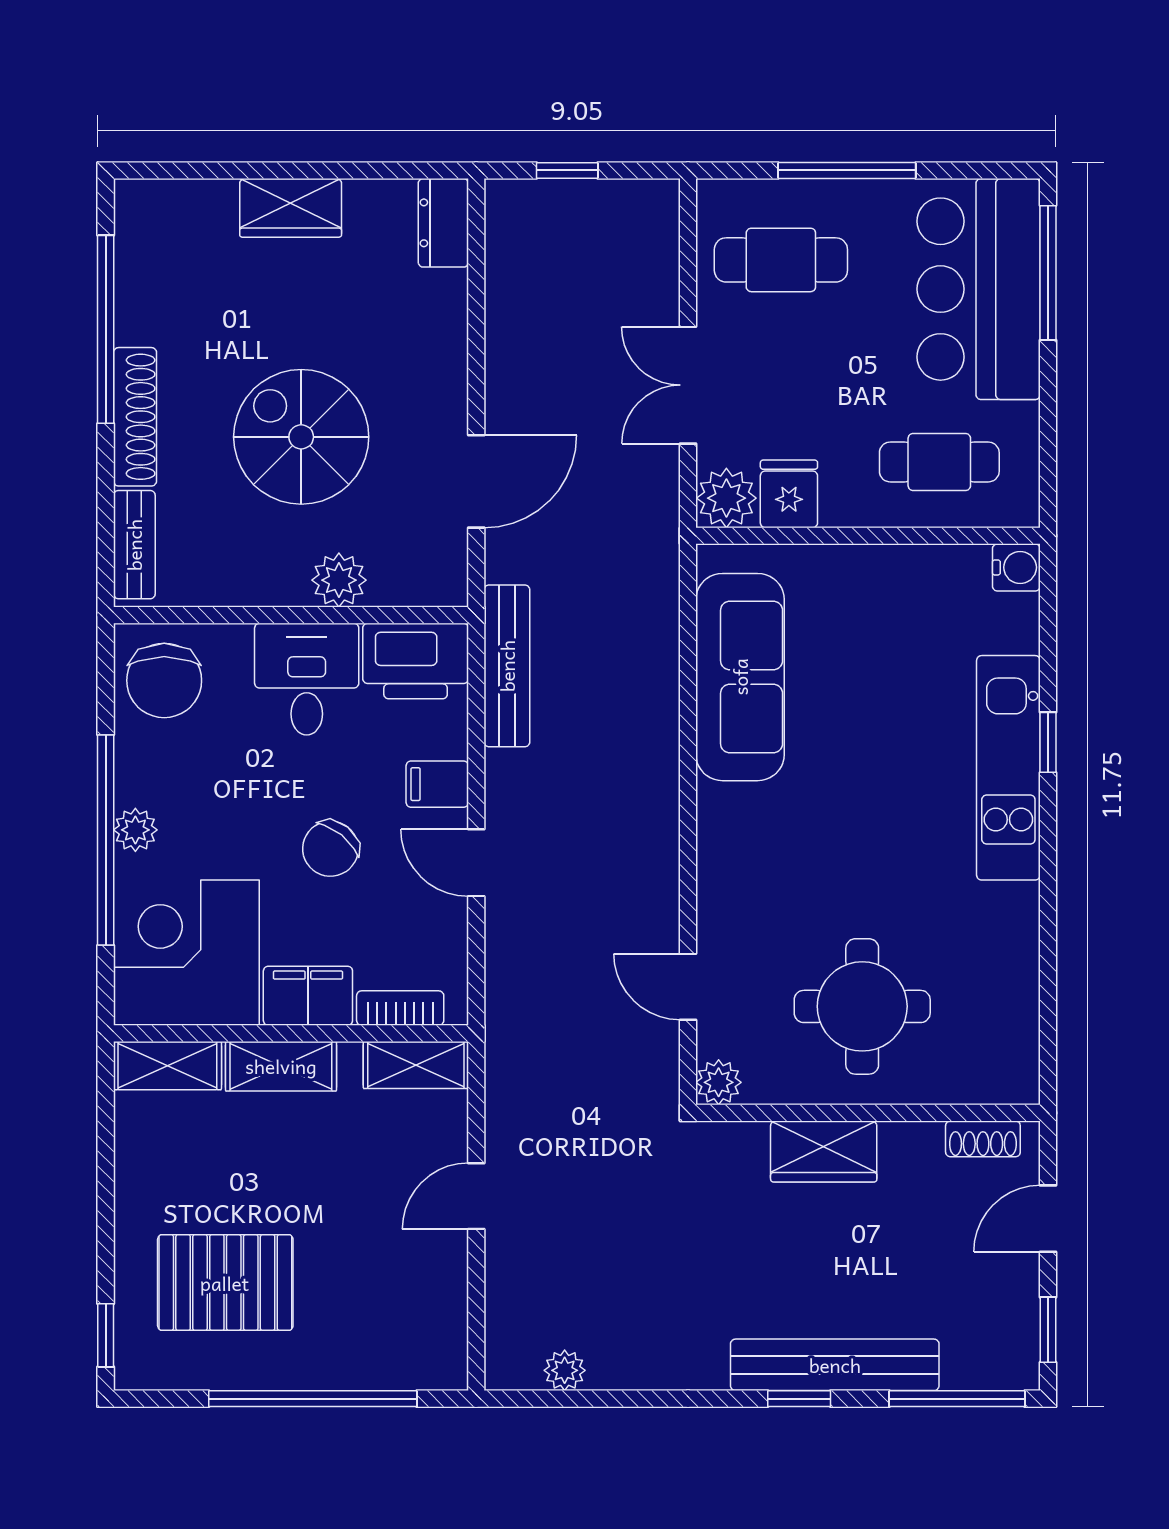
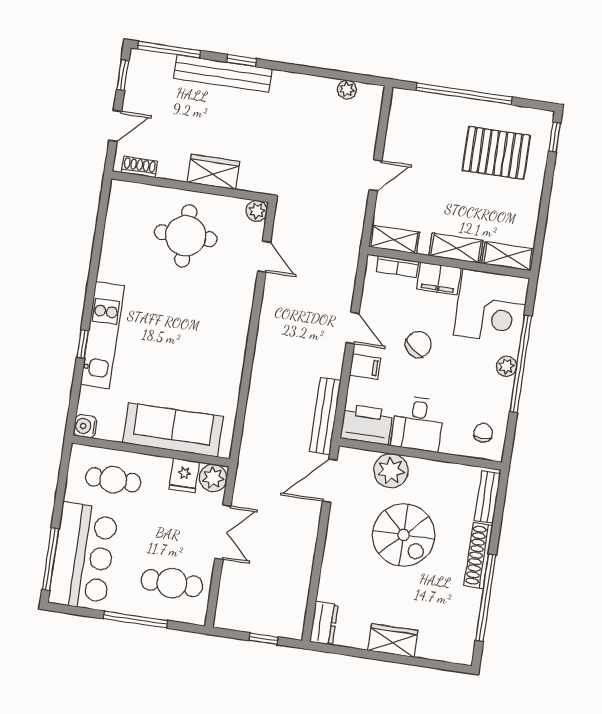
door: (476, 481) -> (330, 481), moved
plant: (339, 580) -> (391, 471), width x1.36, depth x1.36
sofa: (740, 677) -> (173, 430), moved, turned 90
chair: (164, 680) -> (483, 433), width x0.54, depth x0.54

